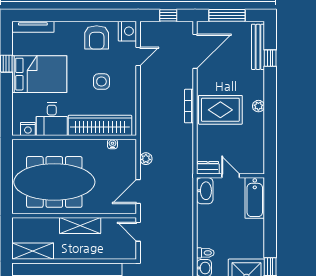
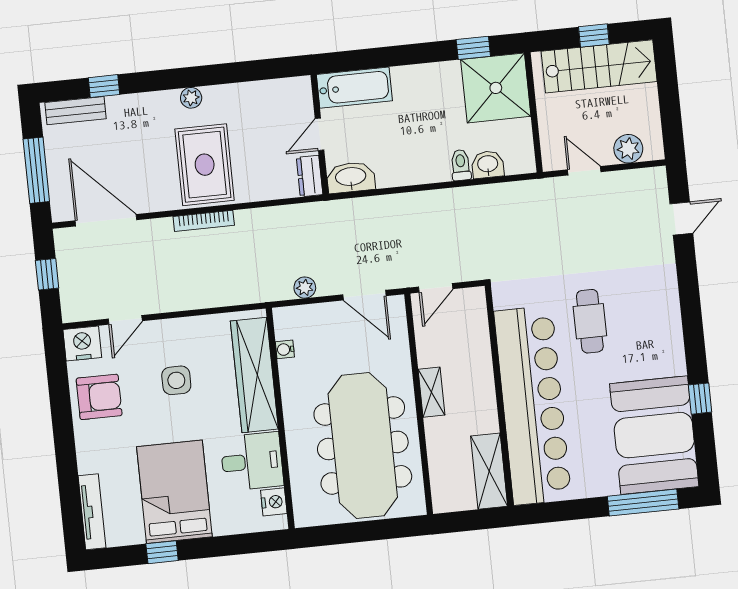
bench: (258, 47) -> (76, 111), width x0.73
door: (138, 56) -> (125, 320), swing flipped
shelving: (80, 225) -> (431, 392), width x0.67, depth x0.75

